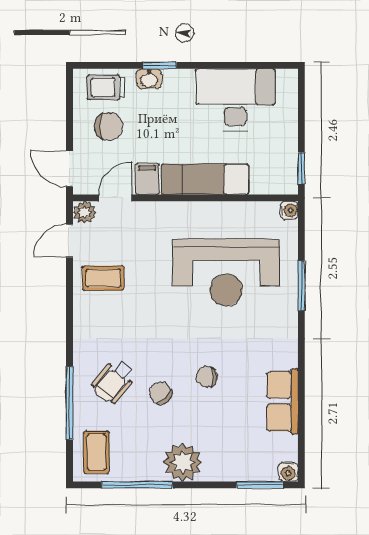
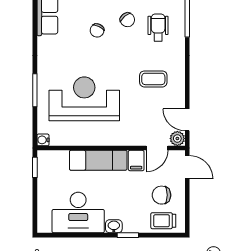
washbasin: (149, 79) -> (114, 226), moved
trolley: (106, 87) -> (163, 221), turned 180
door: (69, 241) -> (187, 120), swing flipped
coffee table: (103, 278) -> (153, 79), moved
chair: (207, 377) -> (97, 30), turned 115
wheelchair: (114, 381) -> (158, 28), turned -40

